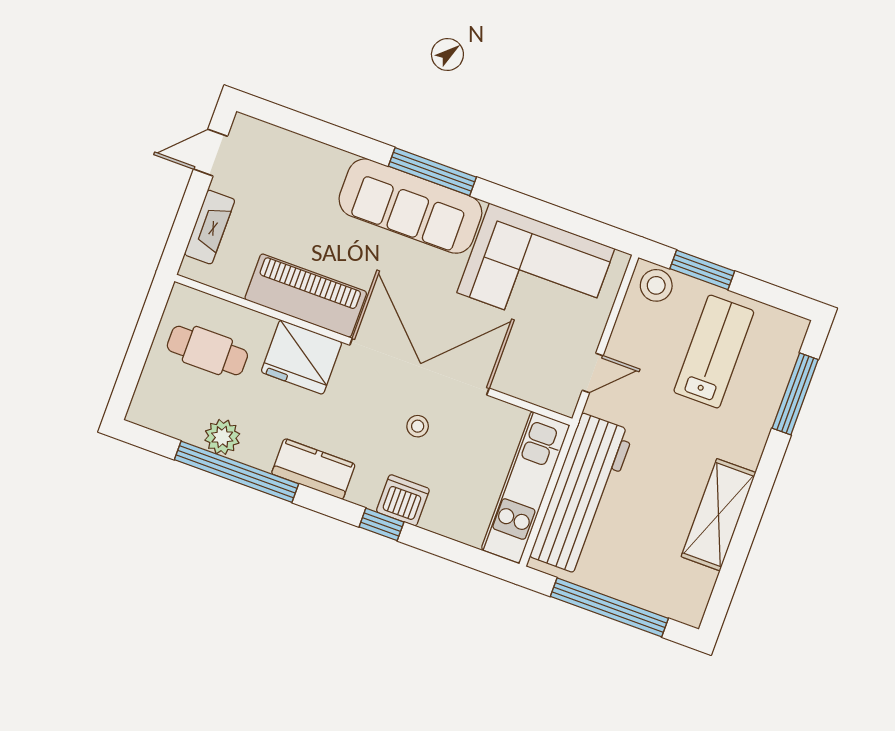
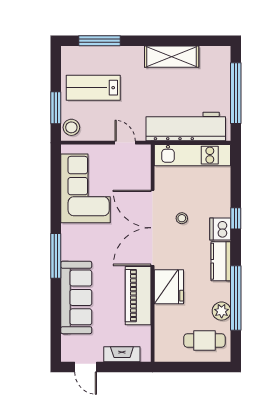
sofa: (410, 206) -> (76, 297), moved
cafe table: (207, 350) -> (204, 340), moved, turned 90
dishwasher: (403, 500) -> (220, 229), moved

